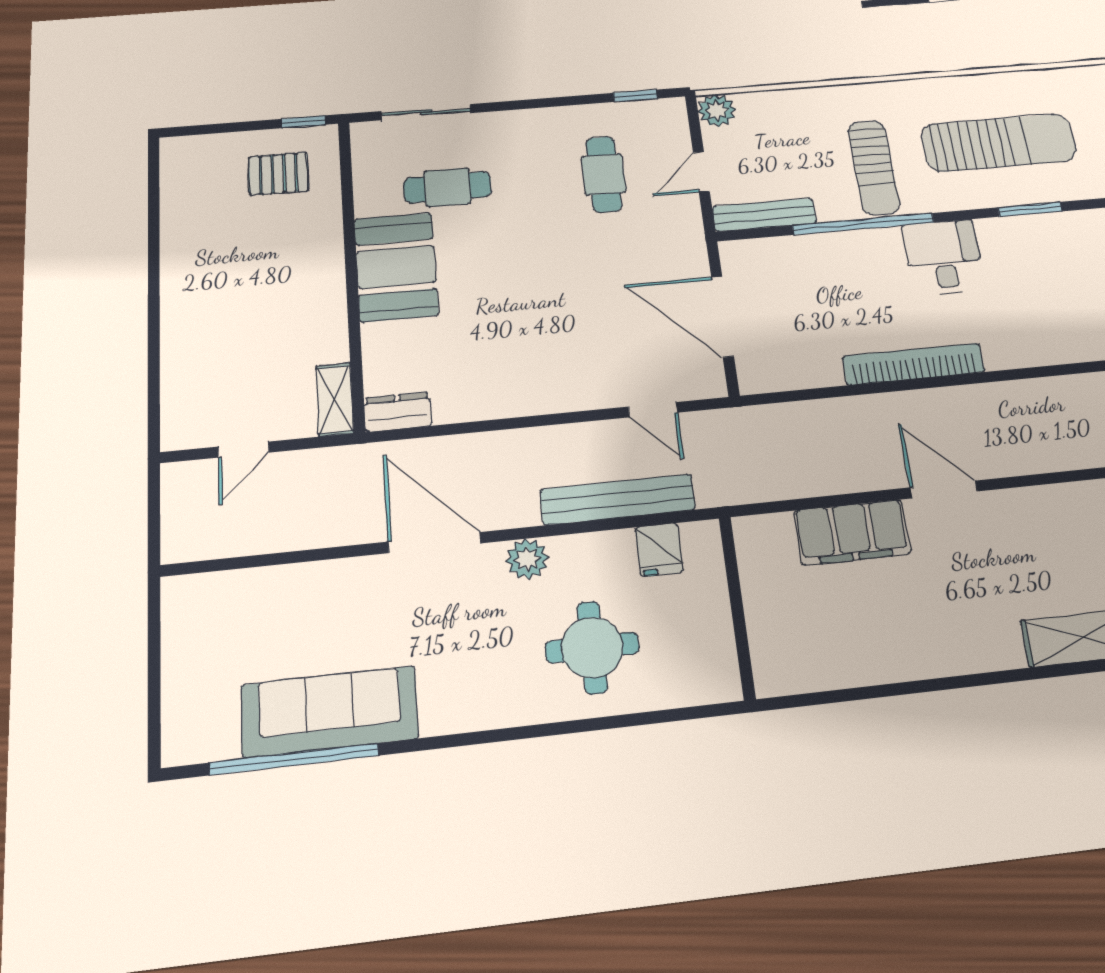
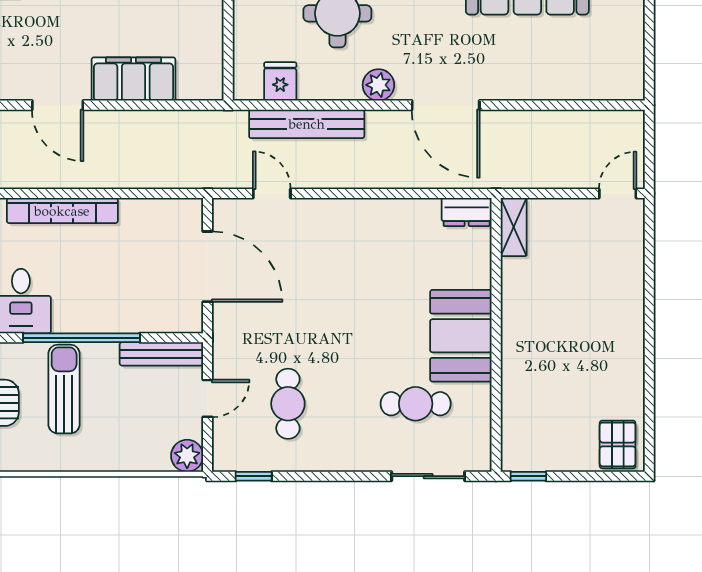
pallet: (278, 174) -> (618, 444), moved, turned 90
door: (243, 450) -> (618, 193), moved

